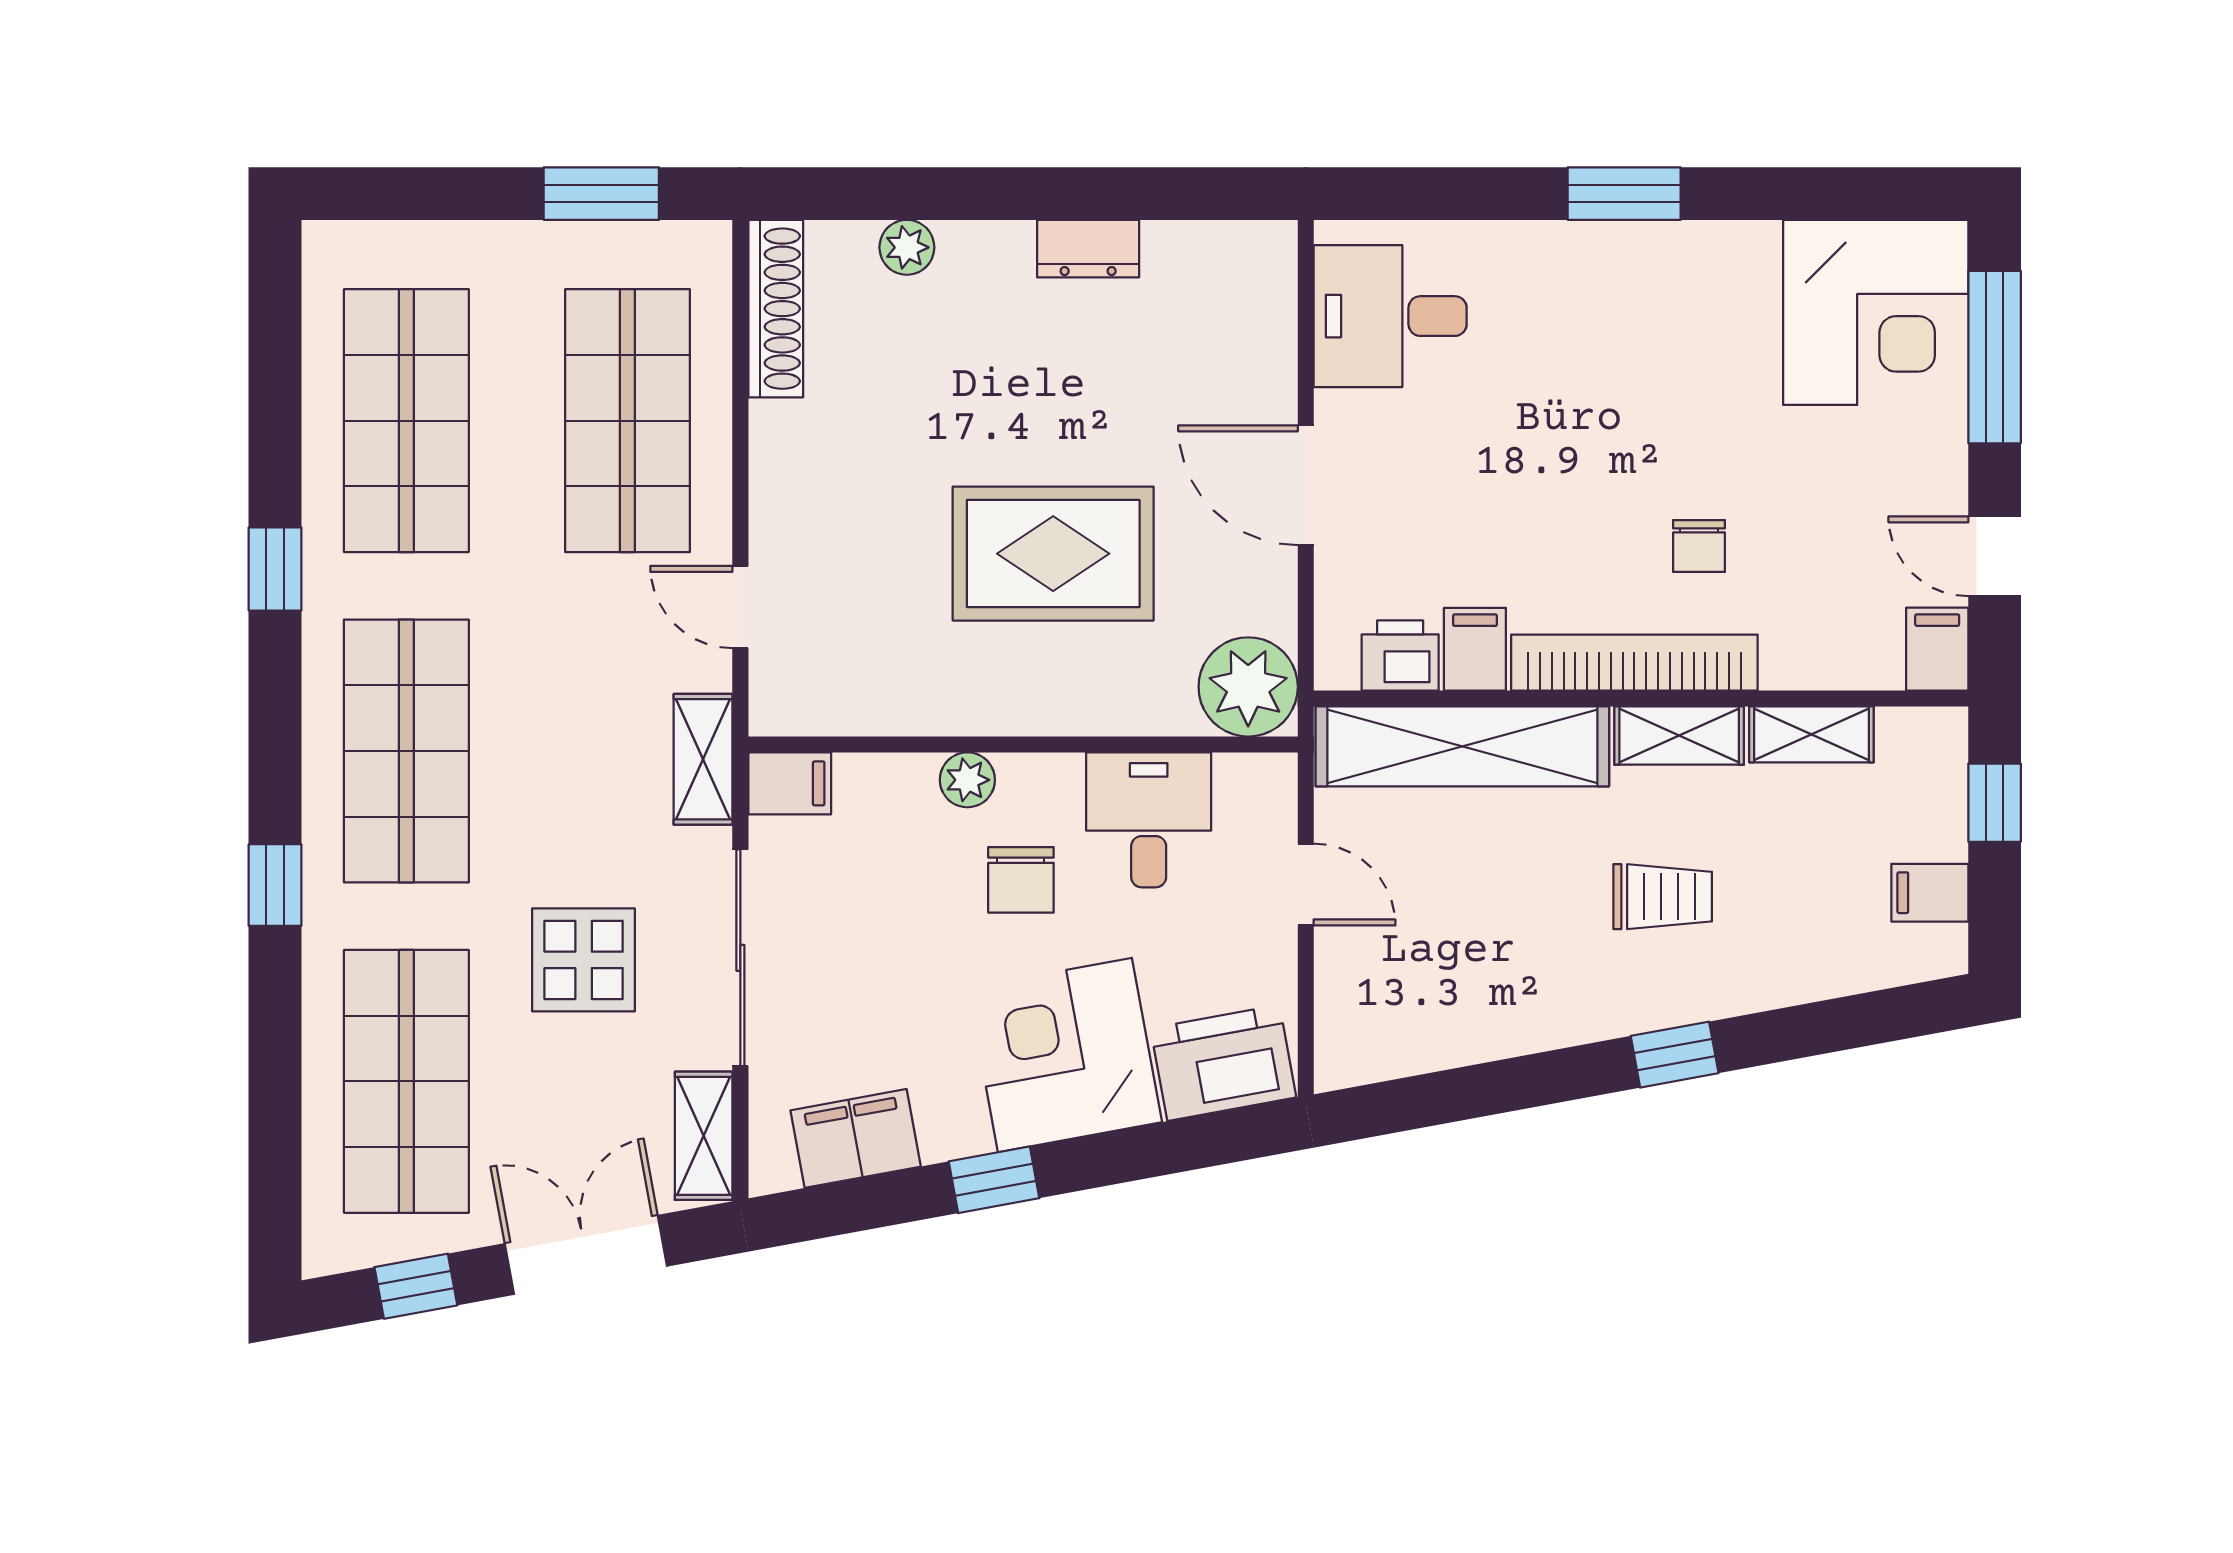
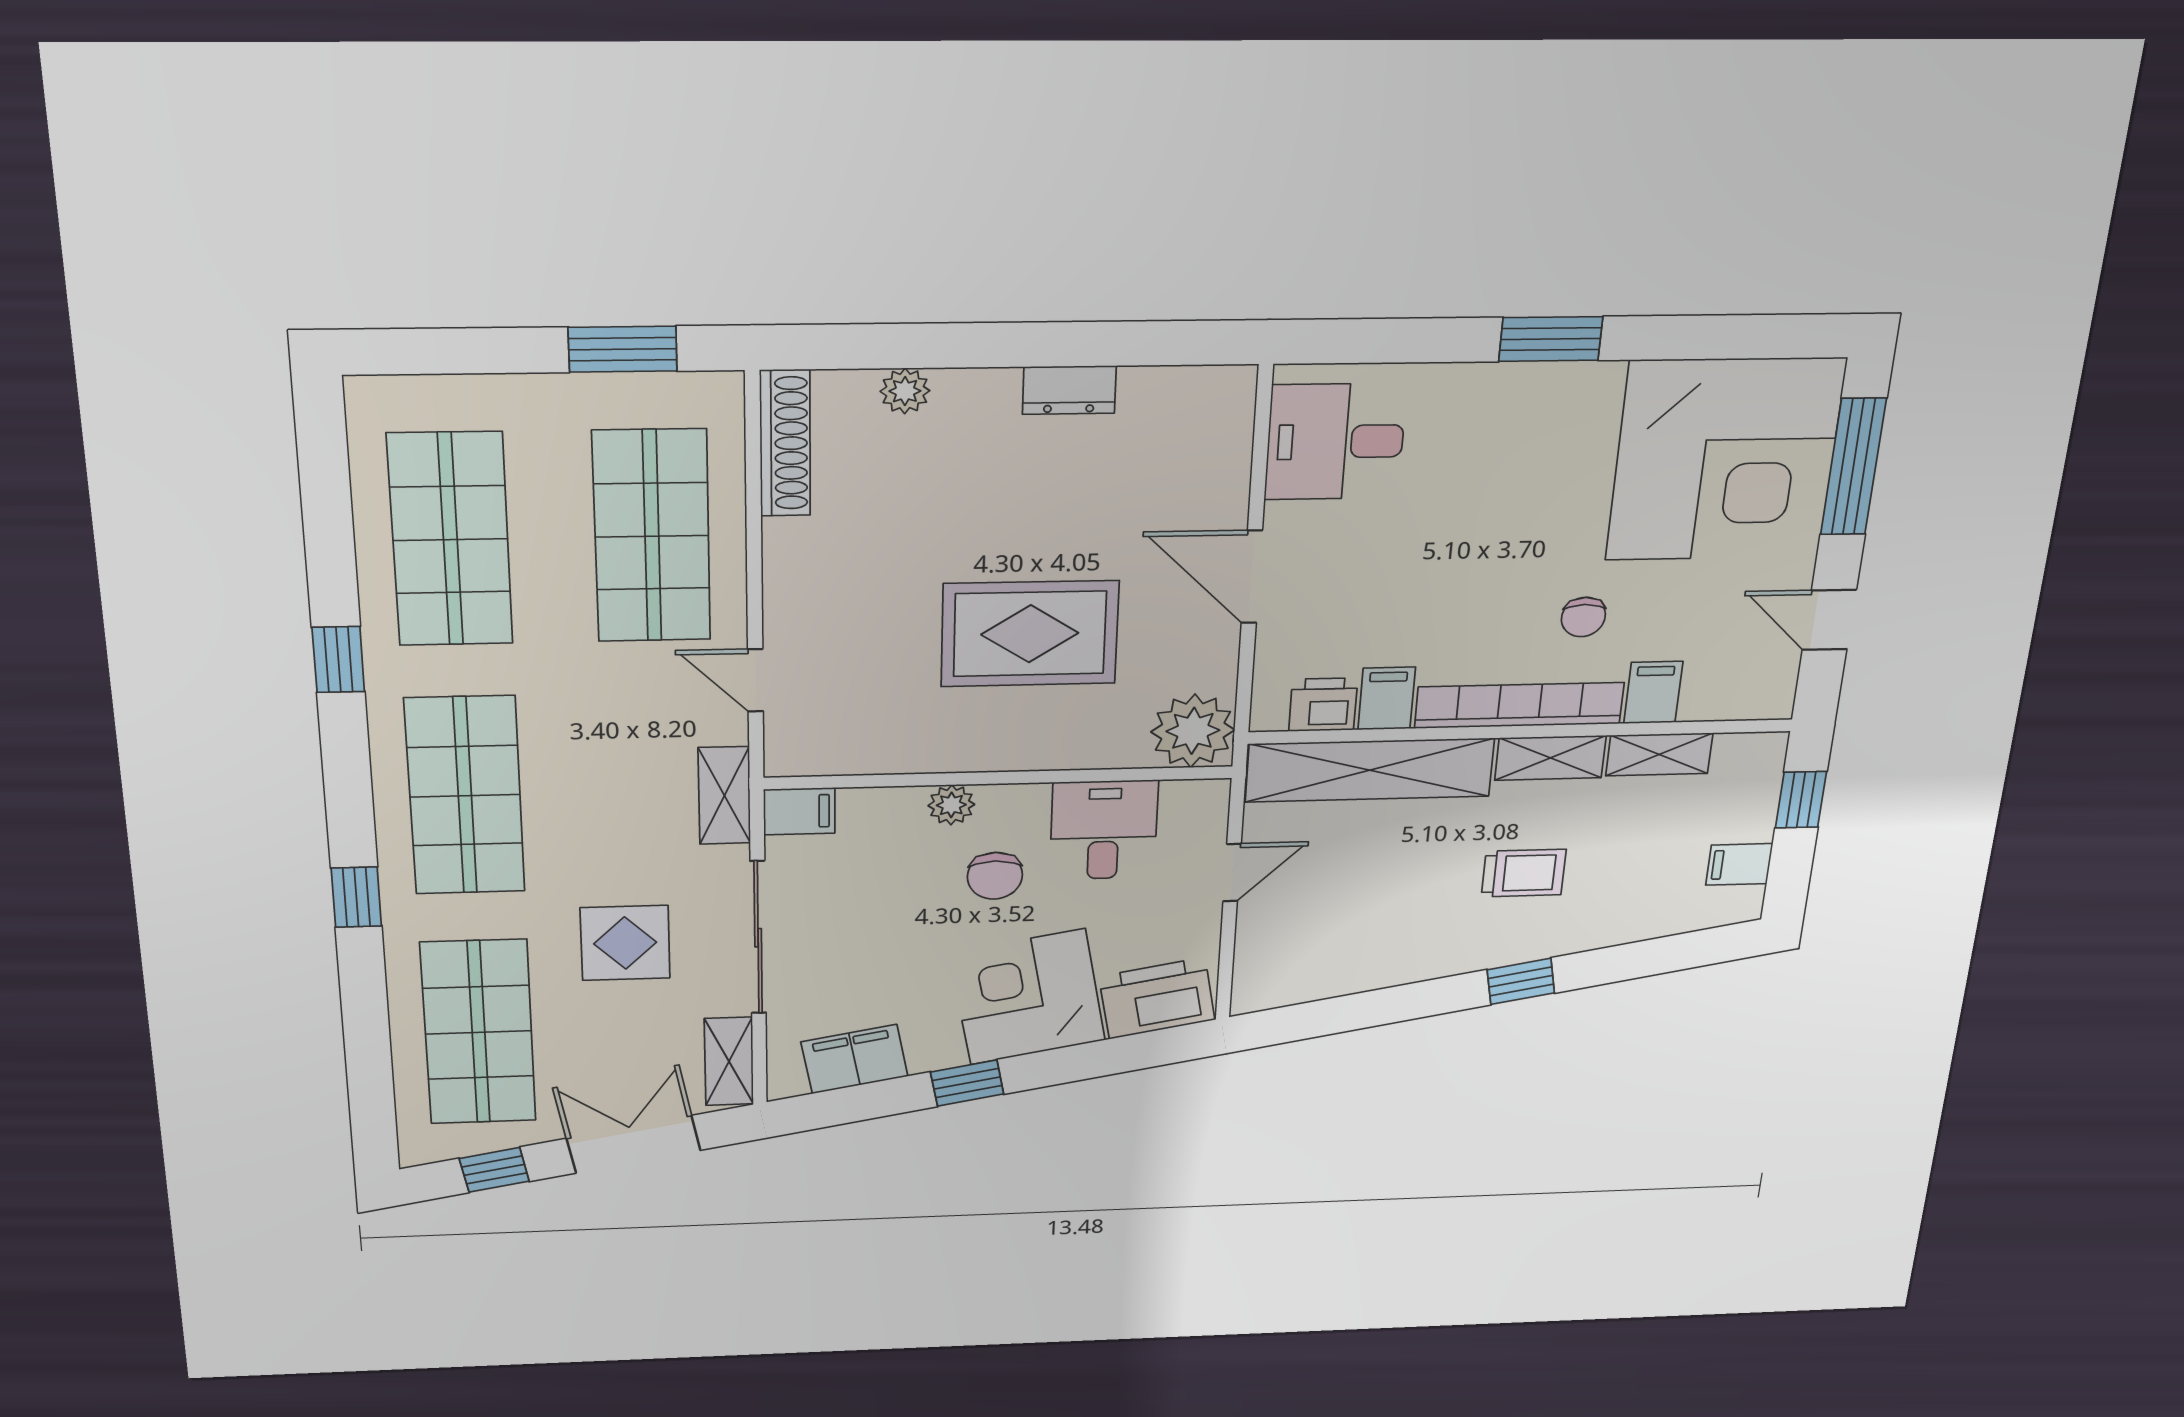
corner desk: (1876, 312) -> (1725, 460), width x1.36, depth x1.36
filing cabinet: (1937, 649) -> (1653, 693), moved
door: (1306, 885) -> (1232, 873), hinge flipped

